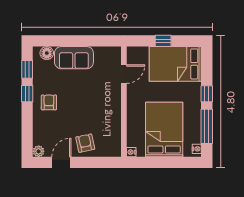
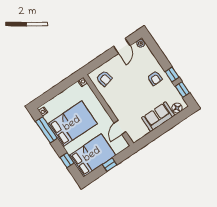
window: (207, 94) -> (67, 160), moved
bed: (164, 129) -> (72, 124), moved, turned -90
armchair: (85, 143) -> (104, 78), moved

